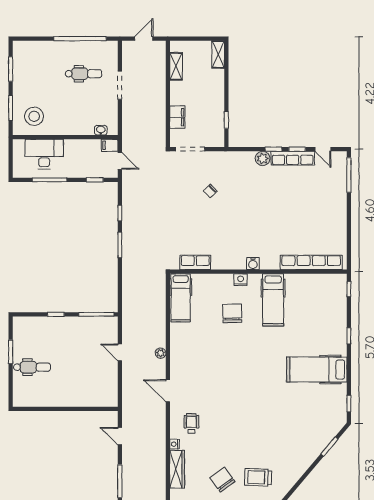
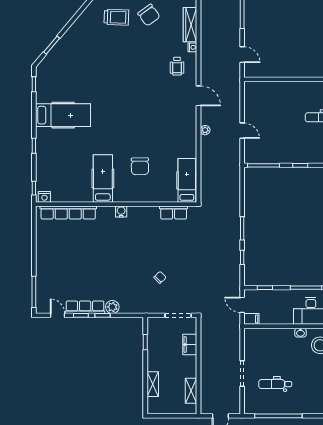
shelving: (218, 54) -> (153, 384), moved
washbasin: (101, 130) -> (300, 333), moved
nightstand: (241, 280) -> (44, 197), moved

